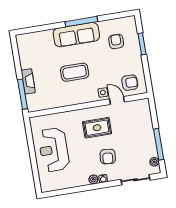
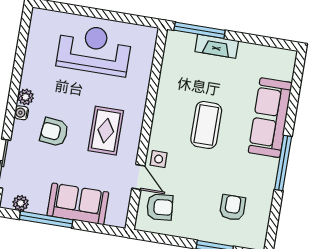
sofa: (76, 35) -> (270, 118), moved
armchair: (116, 42) -> (233, 208), turned -90
armchair: (130, 83) -> (160, 207), turned -95
door: (117, 100) -> (138, 177), hinge flipped
sofa: (144, 129) -> (78, 204), added

